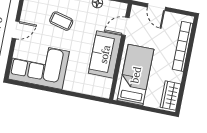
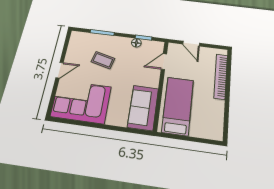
sofa: (105, 54) -> (143, 108), moved
wardrobe: (171, 96) -> (215, 124), removed

